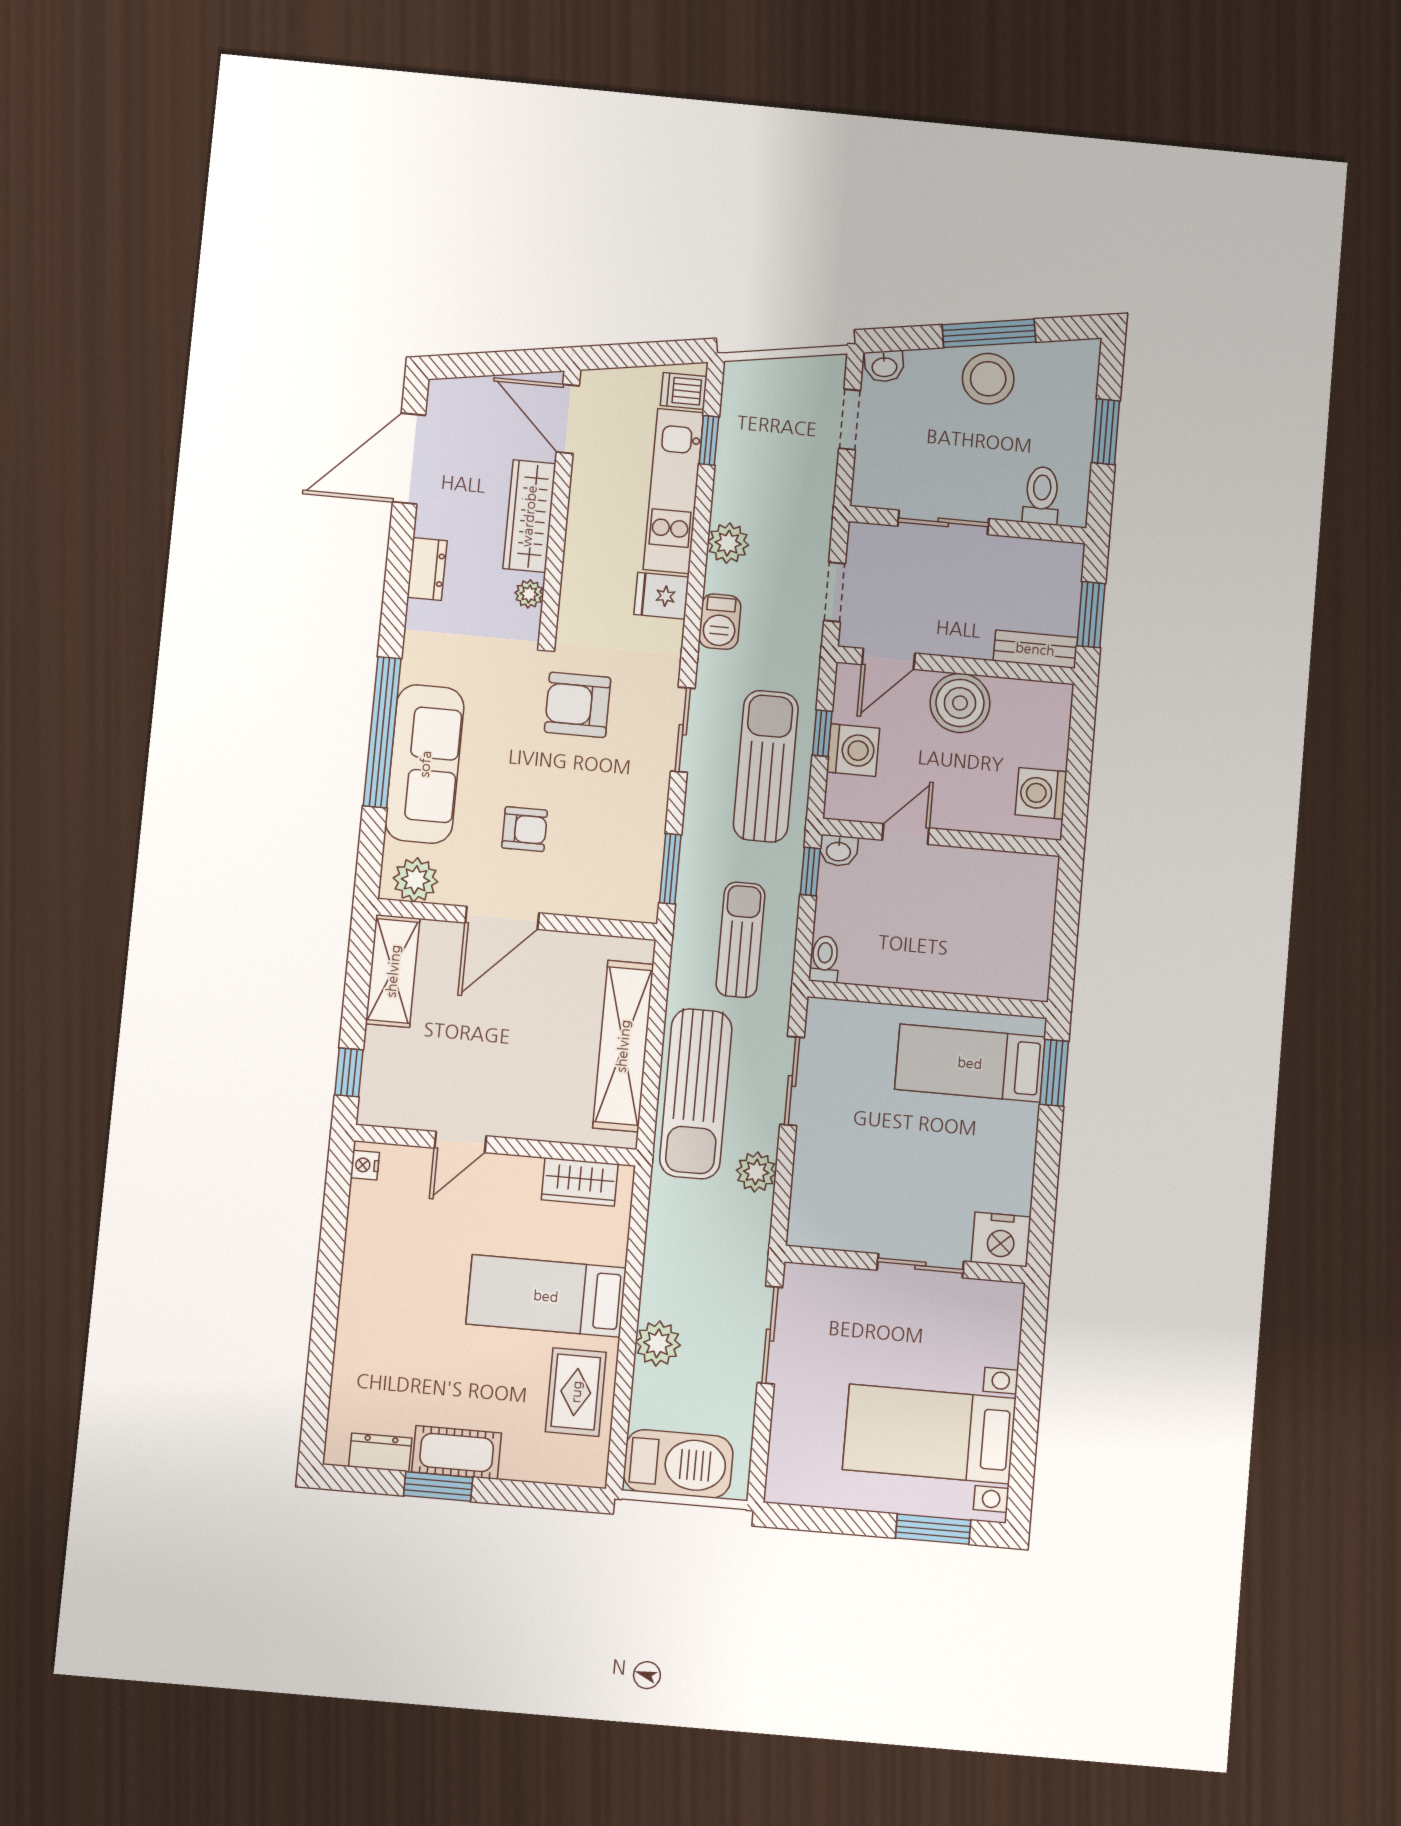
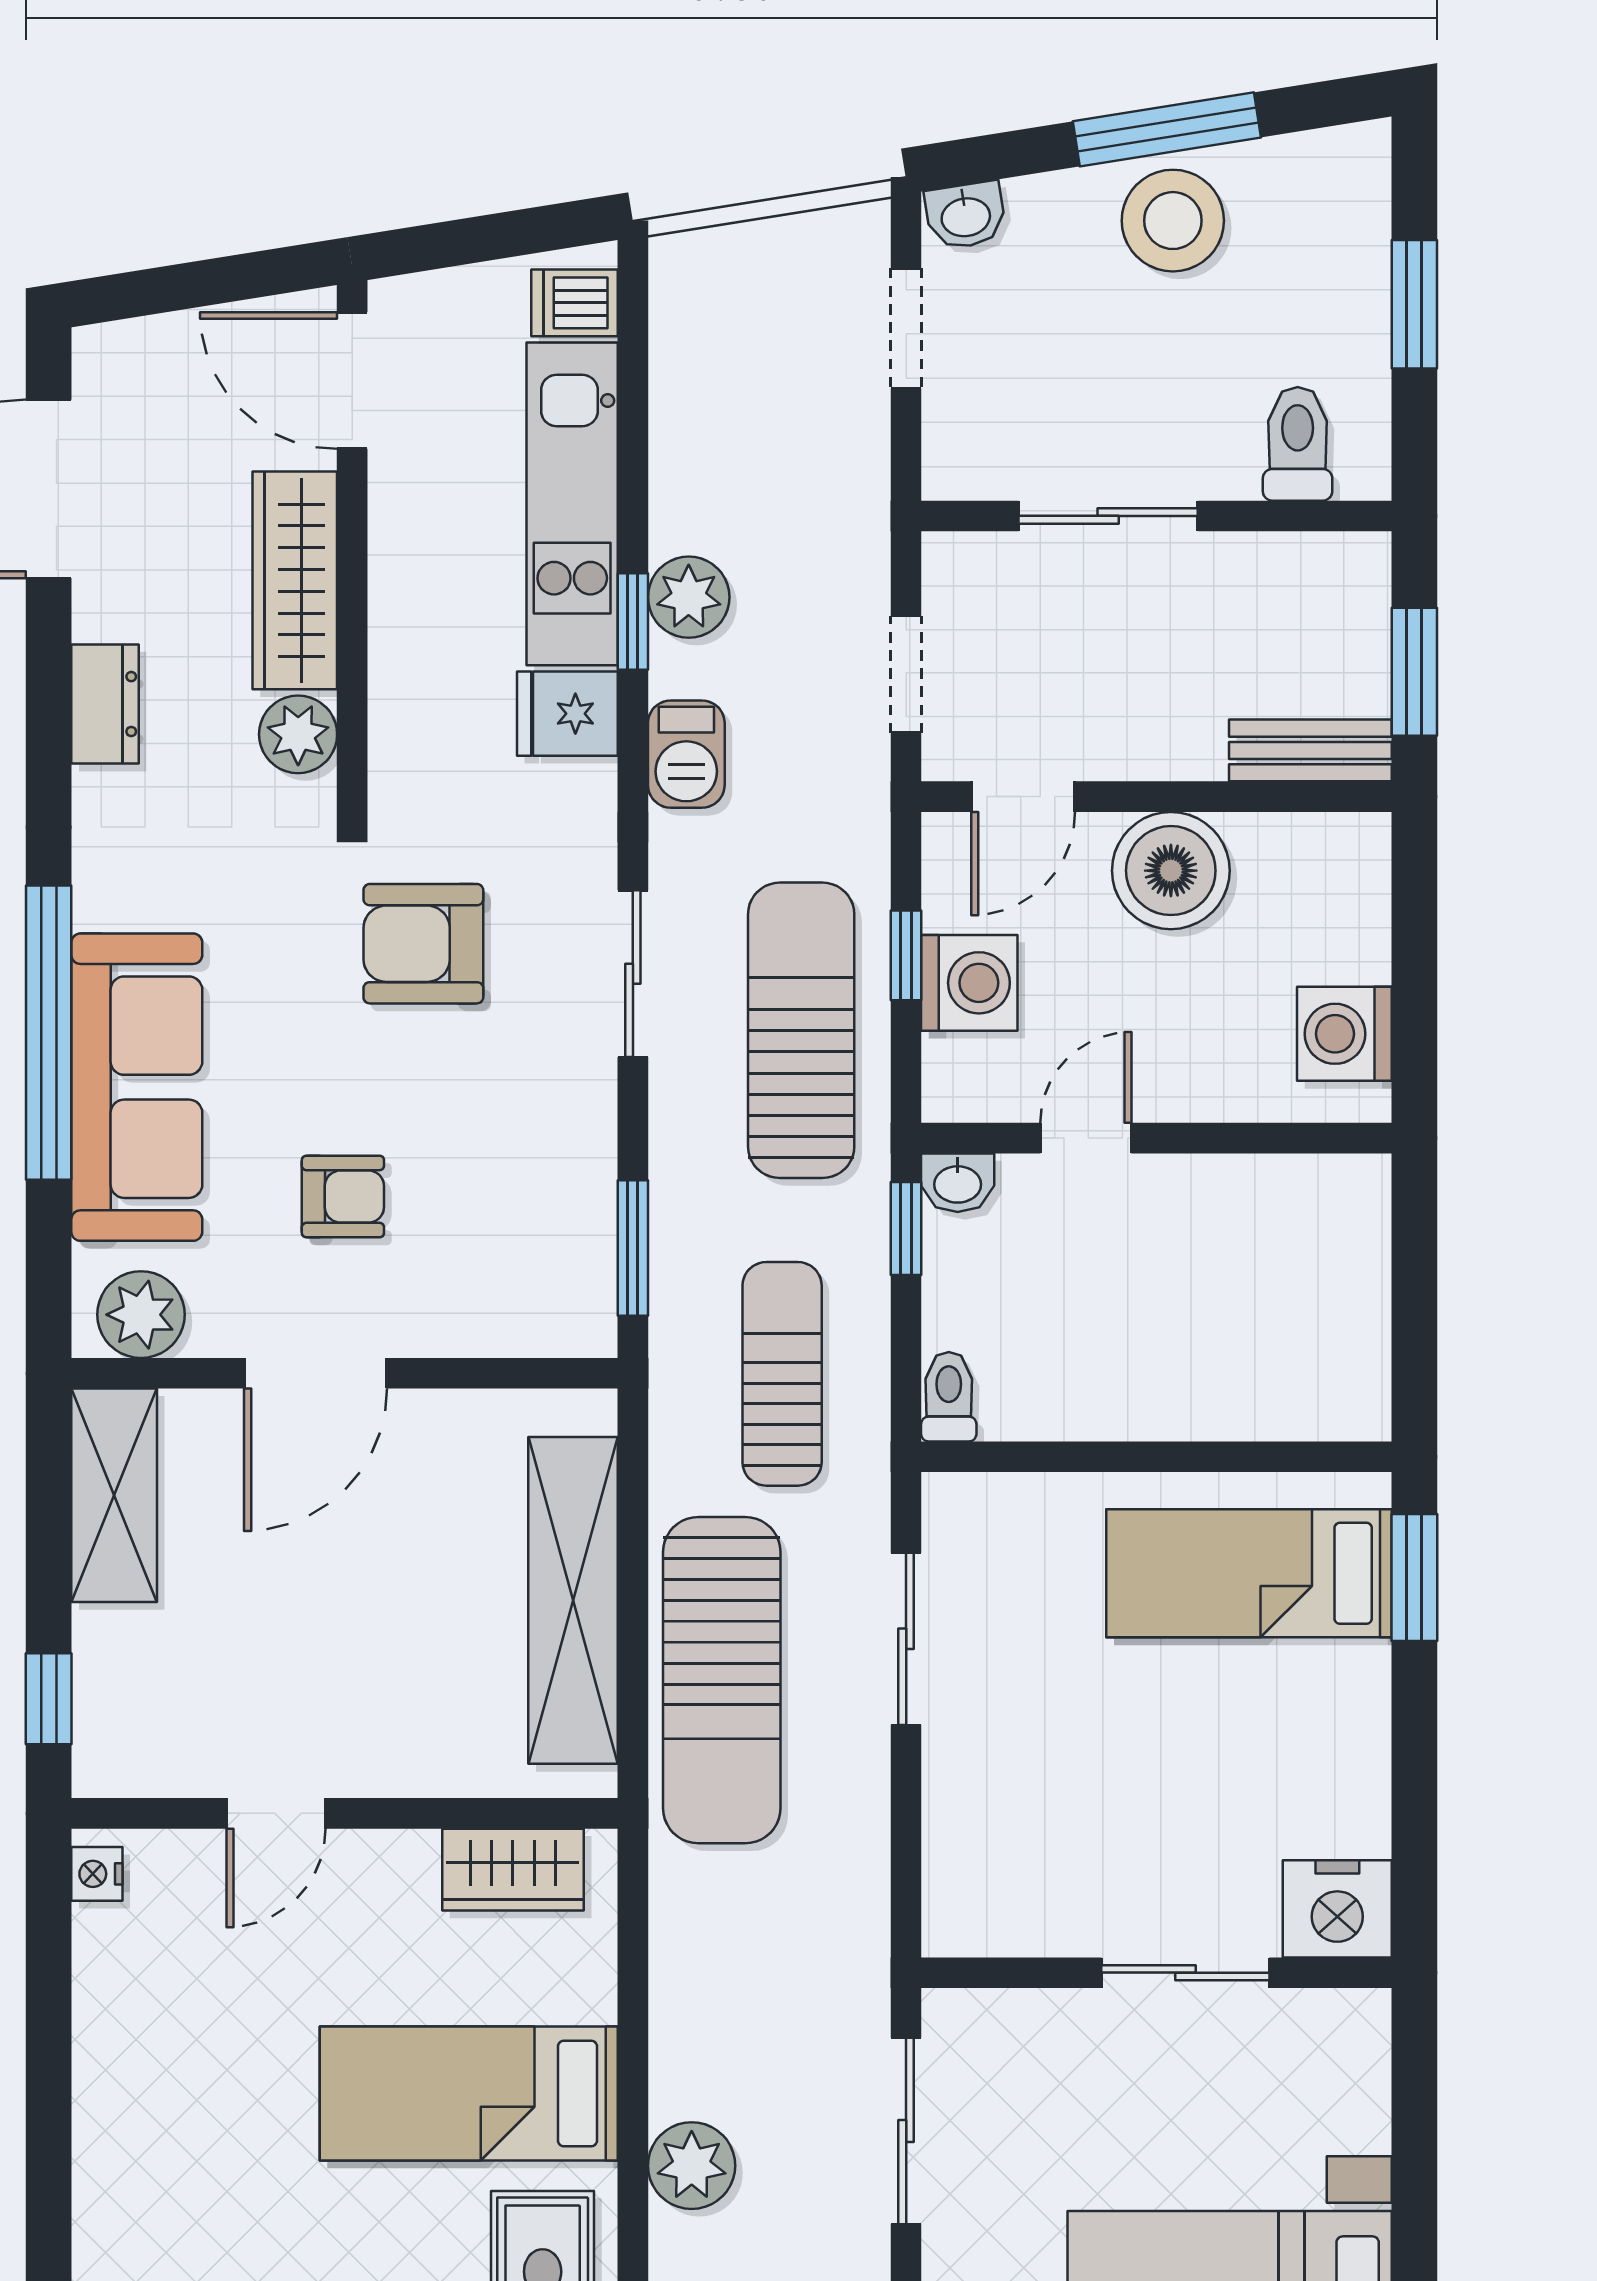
window: (709, 440) -> (633, 622), moved
plant: (529, 594) -> (298, 734), width x1.38, depth x1.38
plant: (756, 1172) -> (852, 1821), removed

